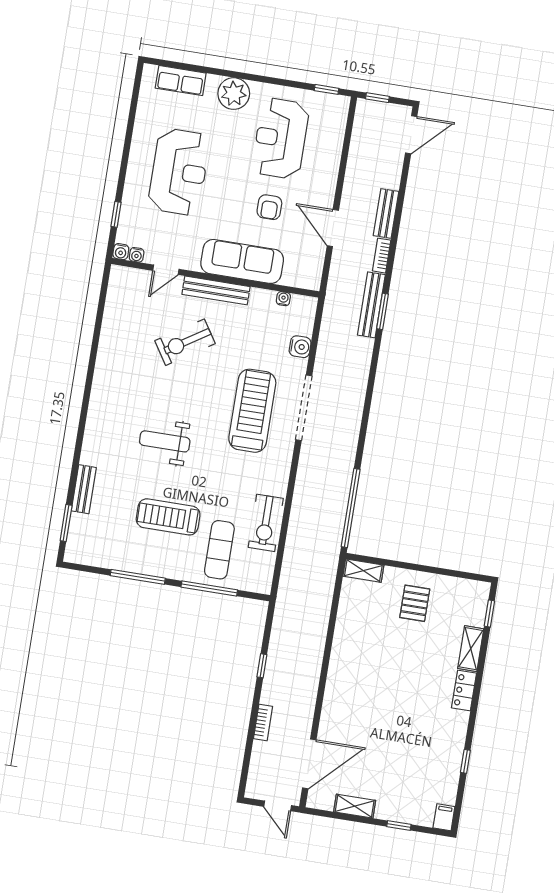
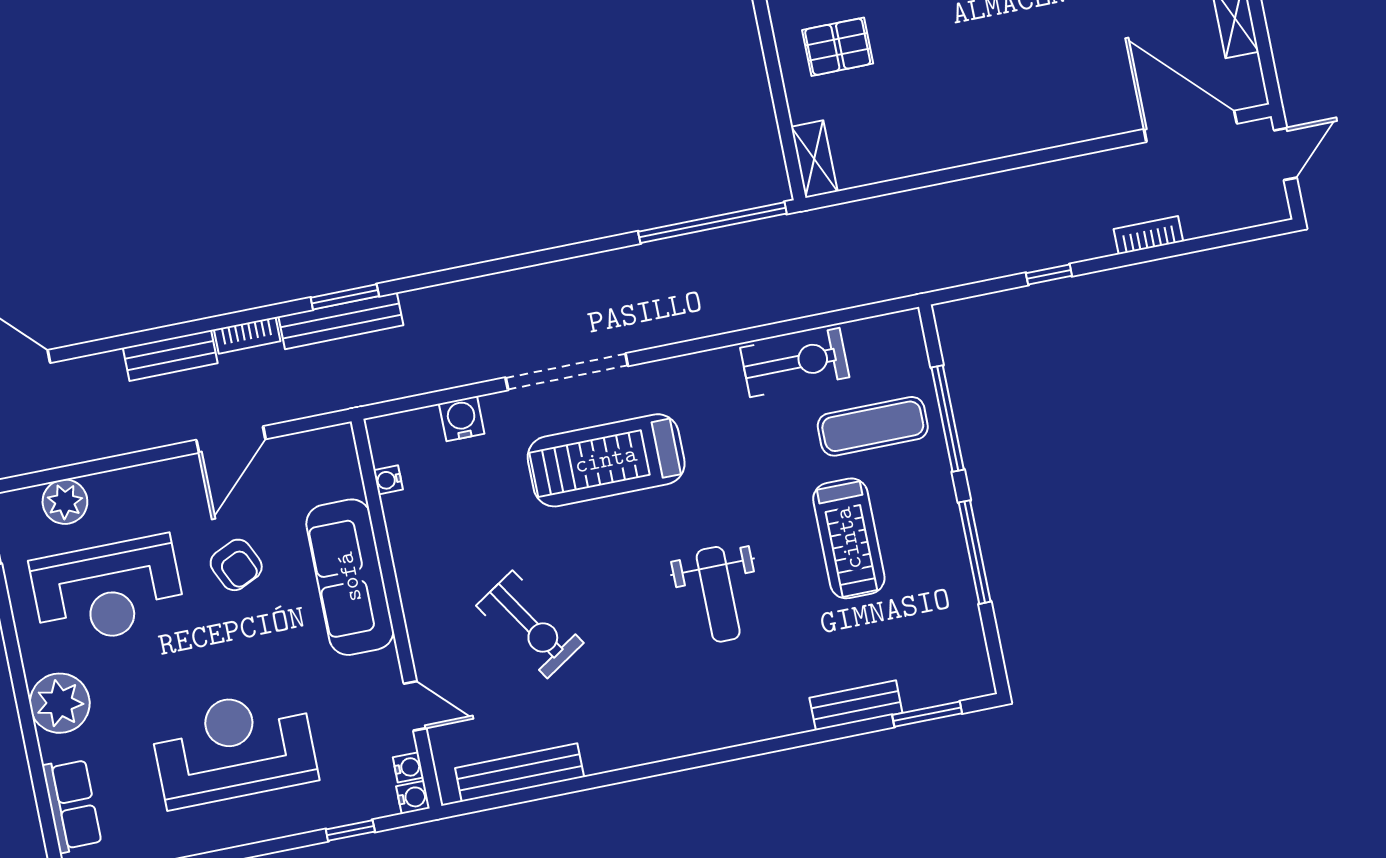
plant: (333, 134) -> (65, 502), added
armchair: (269, 207) -> (236, 565), turned 65
bench: (216, 290) -> (520, 773), moved, turned 90

